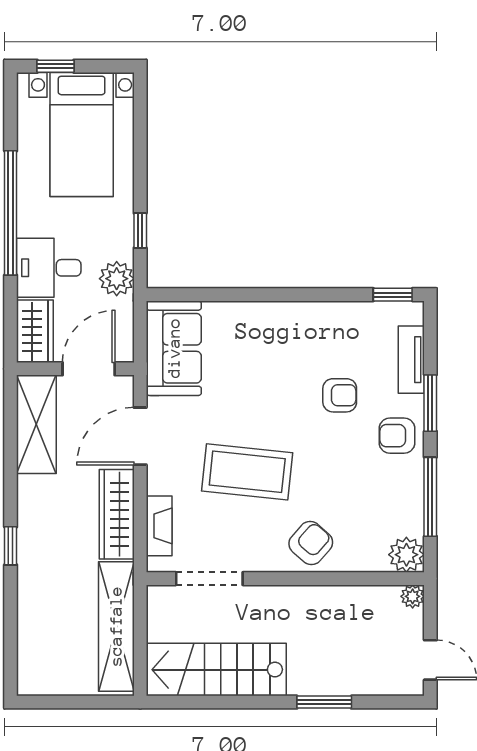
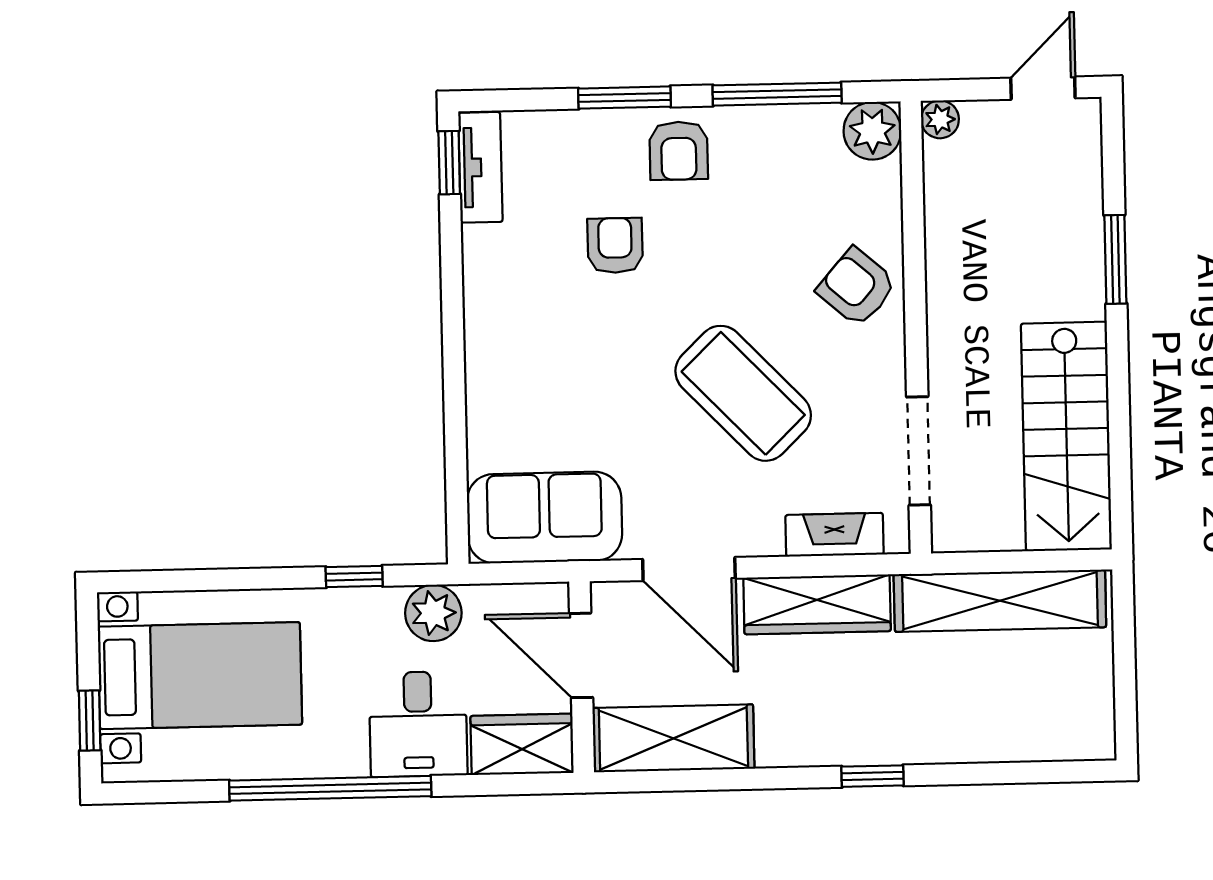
tv unit: (411, 360) -> (480, 167), moved, turned -90
coffee table: (247, 472) -> (743, 393), turned -50

